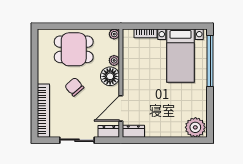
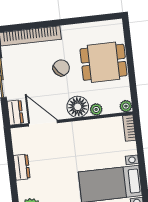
bookcase: (145, 33) -> (129, 128), moved
dining table: (74, 49) -> (104, 62), turned 90
dresser: (133, 131) -> (22, 167), moved

